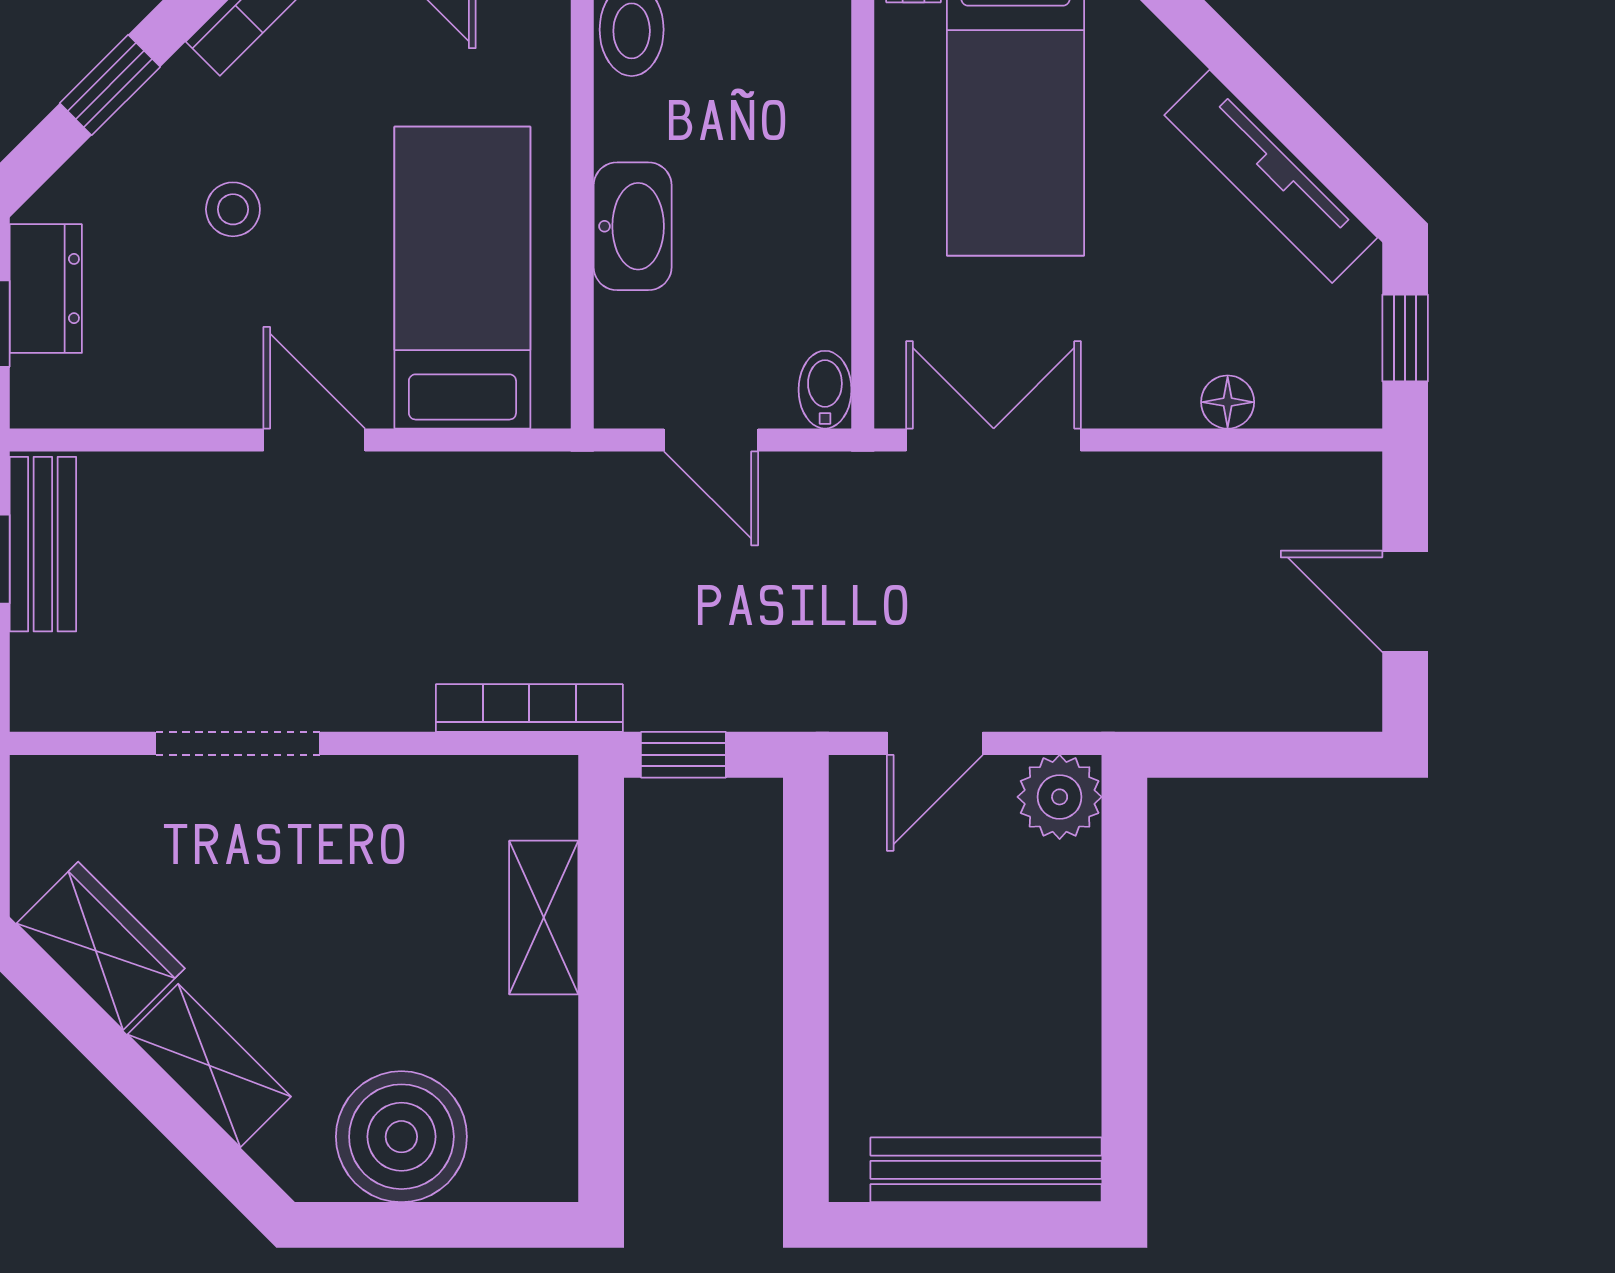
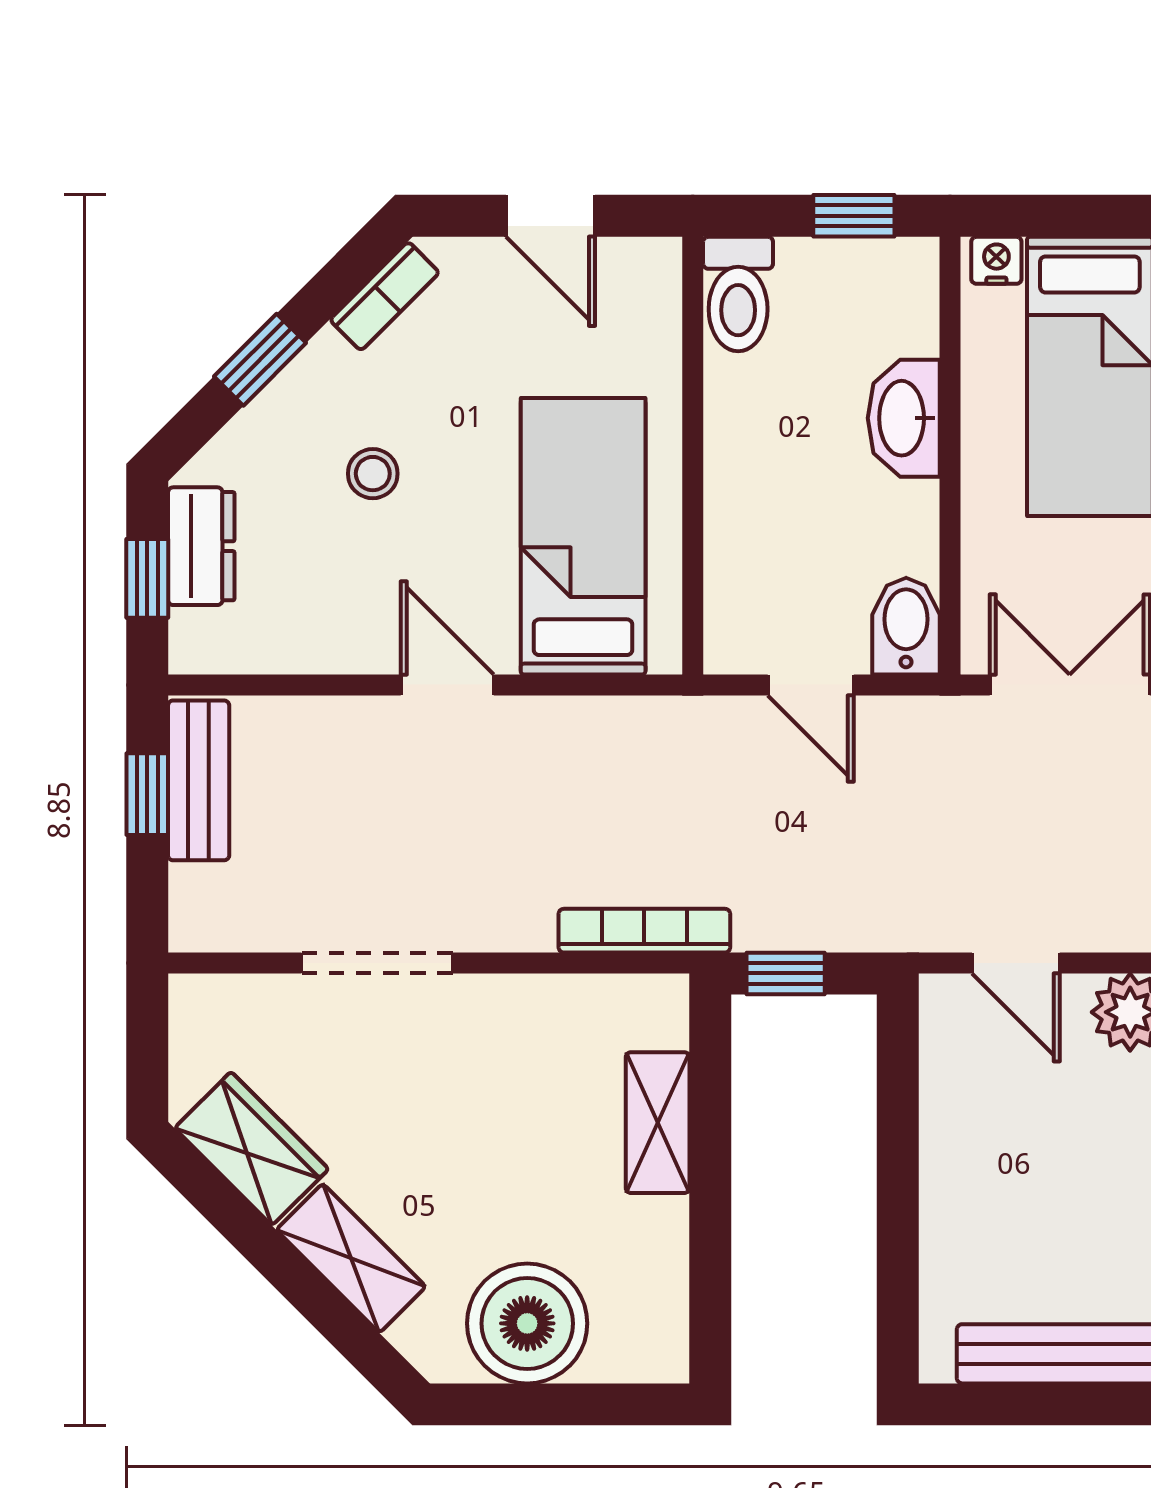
washbasin: (633, 226) -> (904, 418), moved, turned 180
bidet: (825, 390) -> (906, 626), width x1.38, depth x1.36
door: (935, 743) -> (1016, 963), hinge flipped

